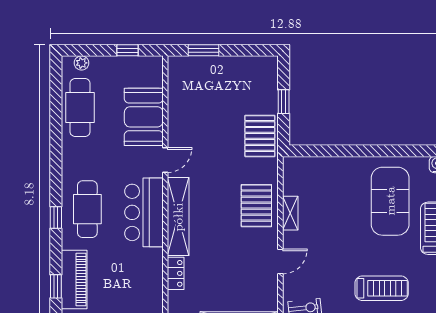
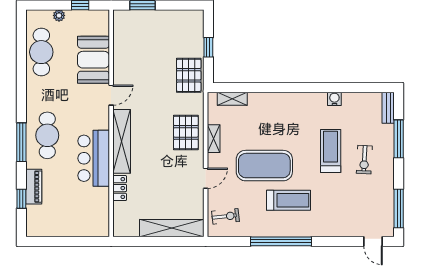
plant: (81, 63) -> (59, 15), moved
shelving: (313, 164) -> (232, 99), added
exercise mat: (390, 201) -> (264, 166), moved, turned 90
bar counter: (144, 212) -> (94, 158), moved
window: (56, 217) -> (21, 142), width x2.17
piano: (74, 280) -> (34, 187), width x0.73, depth x0.75

